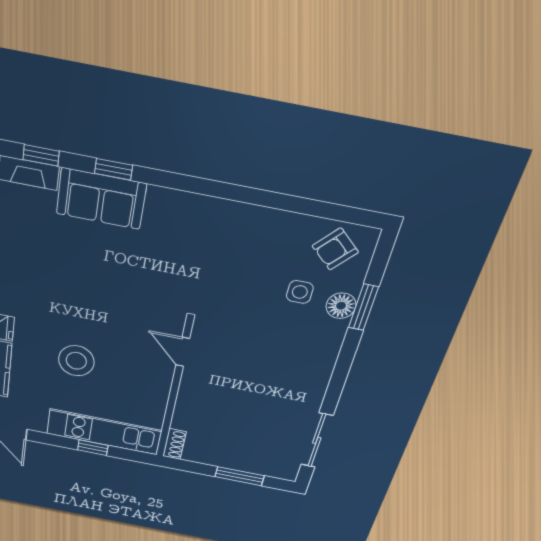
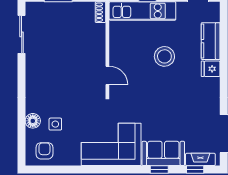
corner sofa: (201, 235) -> (111, 144), added
armchair: (335, 249) -> (44, 151), turned -42
window: (363, 307) -> (22, 122), removed

